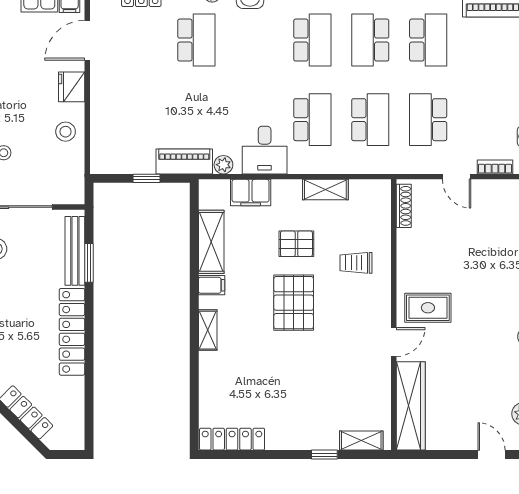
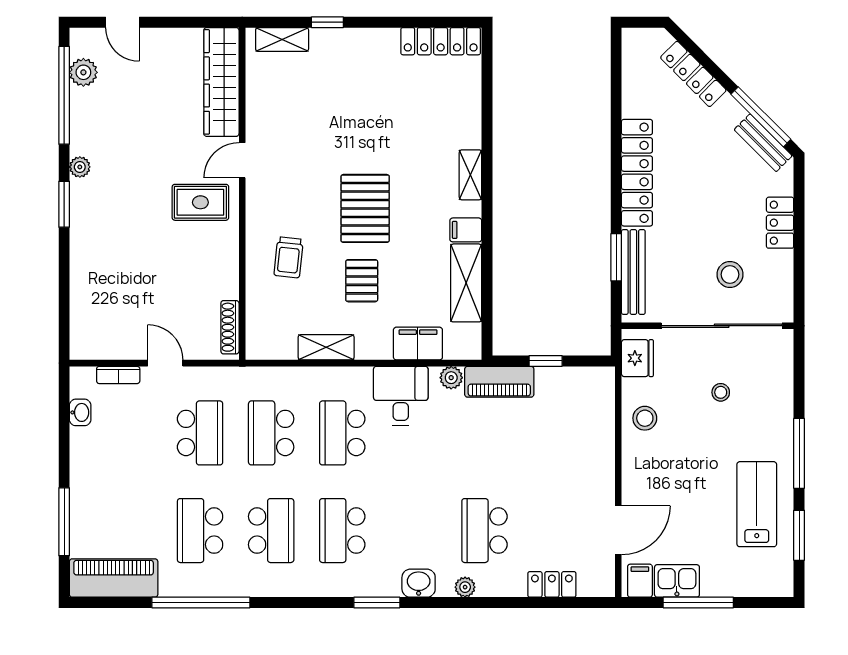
fridge: (72, 87) -> (637, 358), moved
pallet: (296, 244) -> (362, 281), turned 90
trolley: (356, 263) -> (289, 257), turned 96

